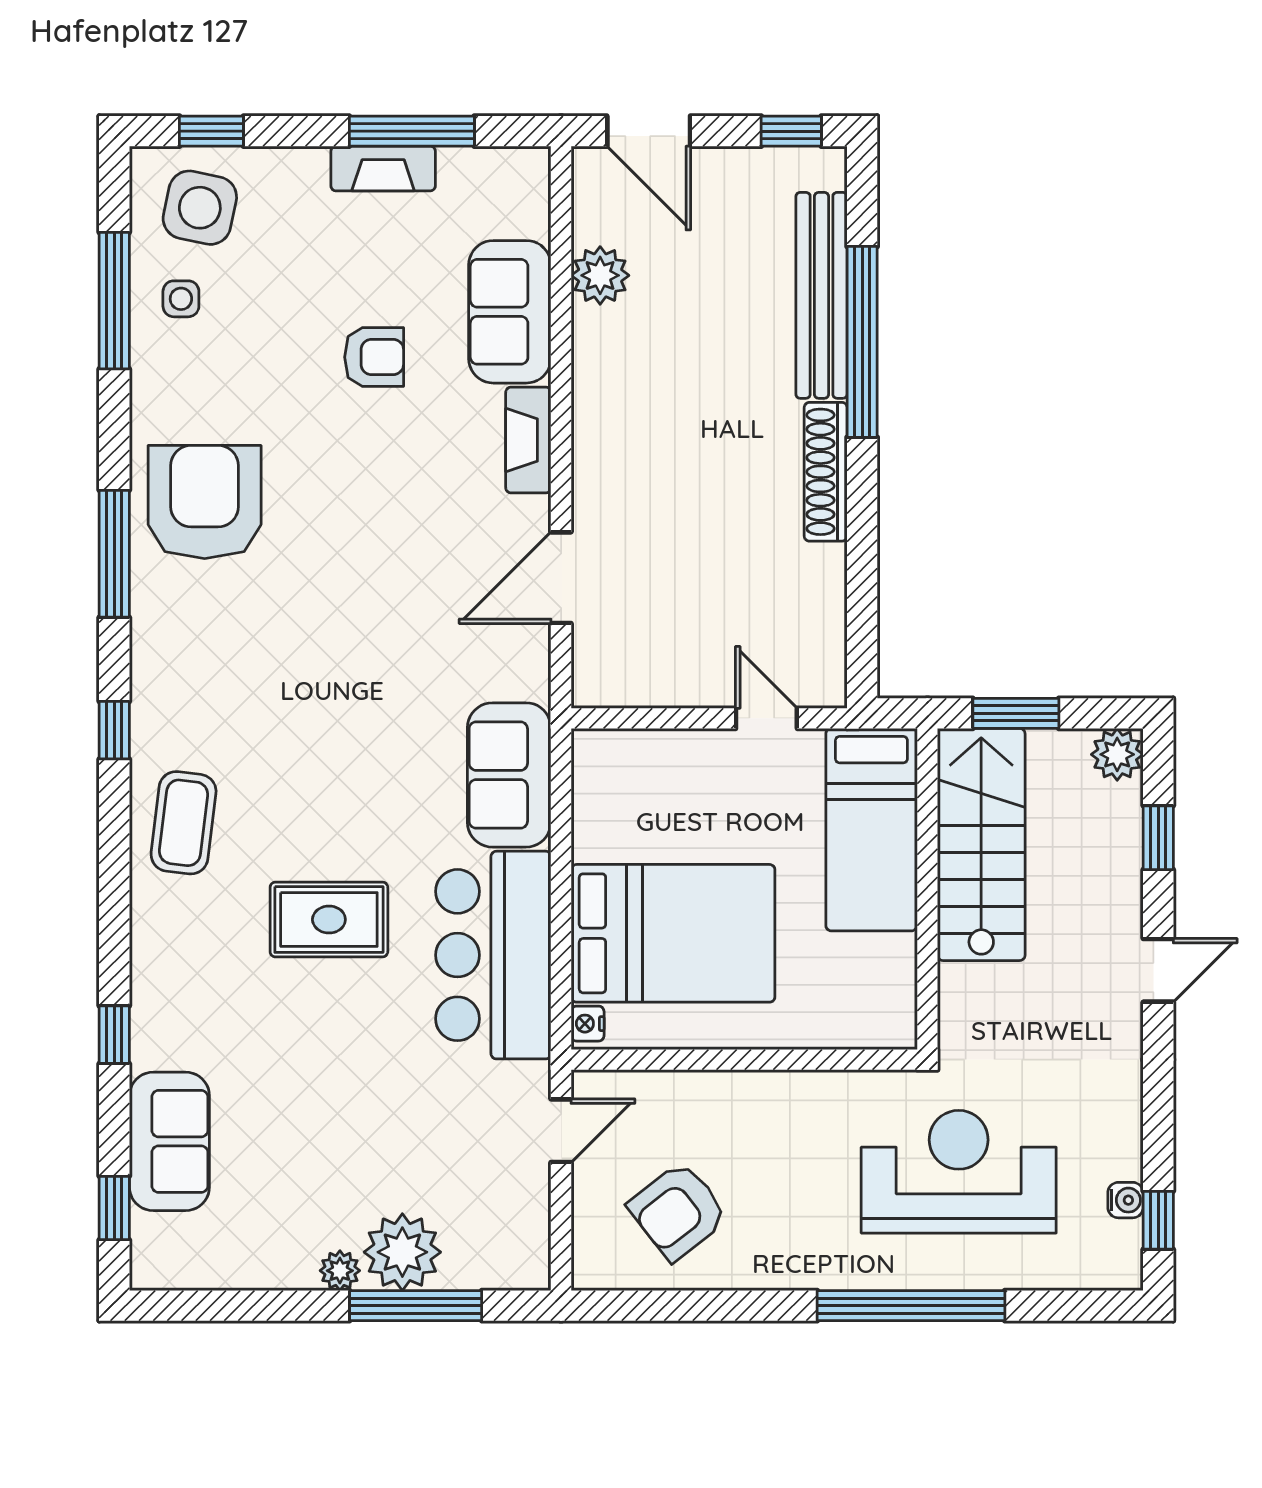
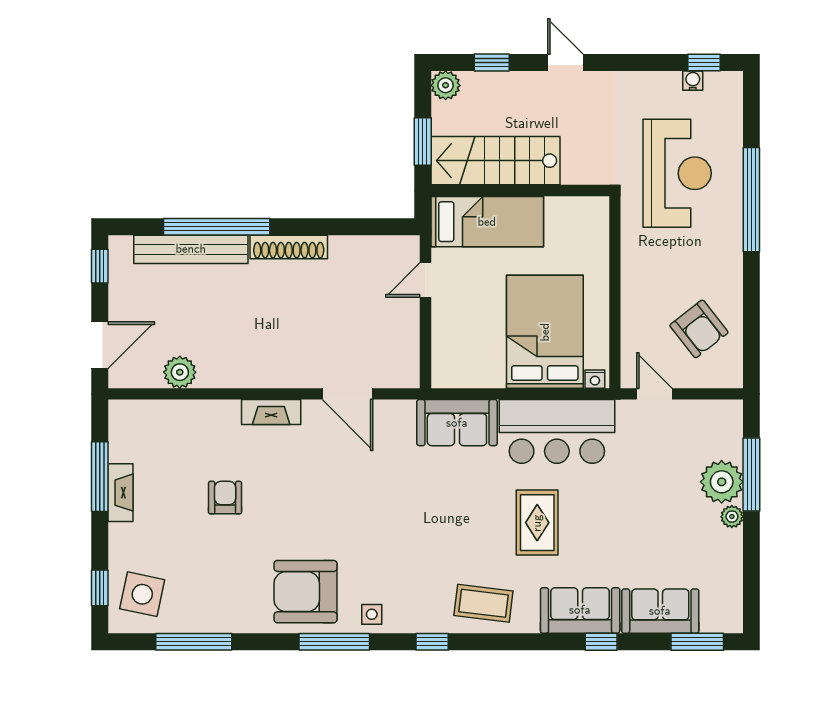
side table: (181, 299) -> (372, 614), moved
sofa: (510, 312) -> (580, 610), moved, turned 180
reception desk: (959, 1172) -> (677, 173), turned 180
window: (114, 1208) -> (697, 642), width x1.50

